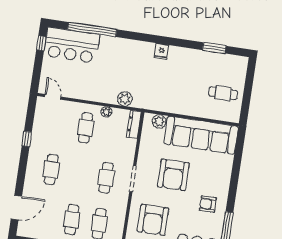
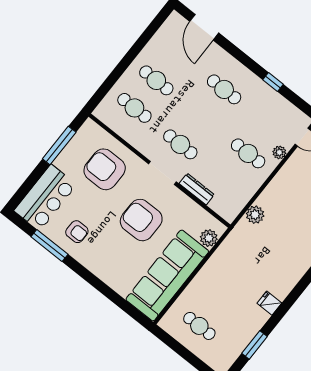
fridge: (162, 51) -> (269, 303), moved
cafe table: (223, 93) -> (199, 326), turned 90
plant: (106, 112) -> (279, 152), moved
dresser: (134, 125) -> (197, 189), moved
armchair: (208, 204) -> (77, 232), moved, turned 90

